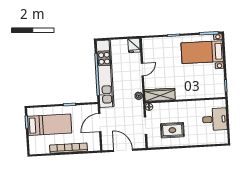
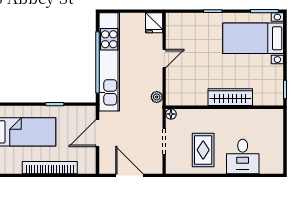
wardrobe: (160, 95) -> (230, 97), moved
desk: (215, 119) -> (243, 156), moved, turned 90
rug: (172, 130) -> (203, 150), turned 90

